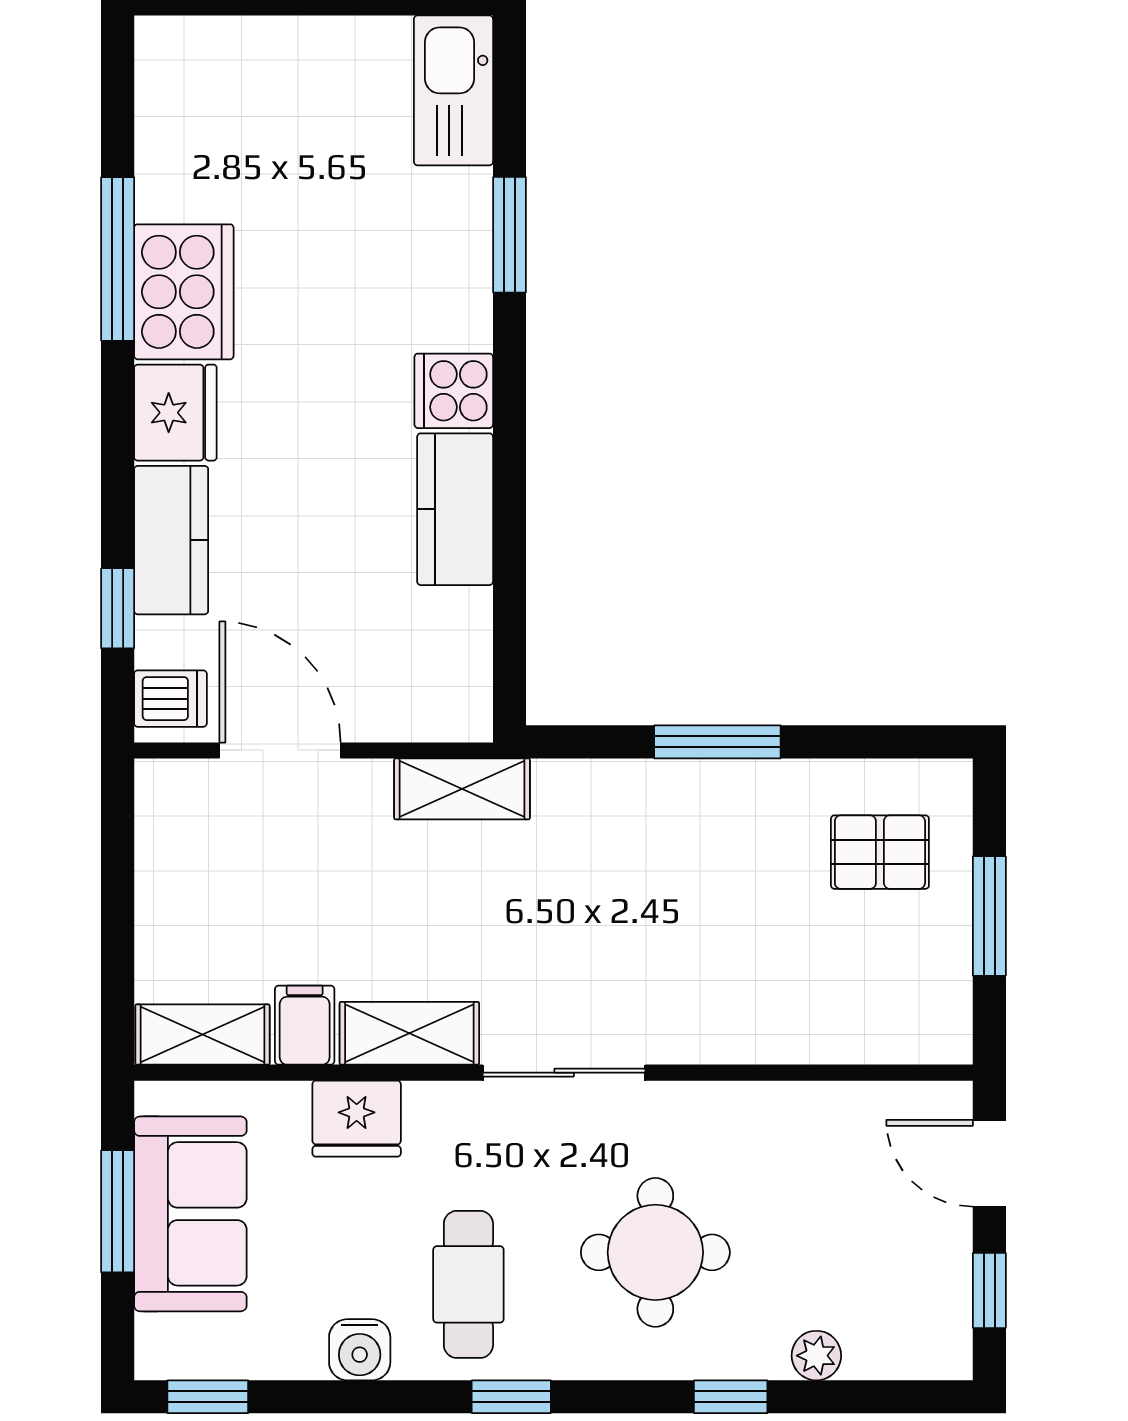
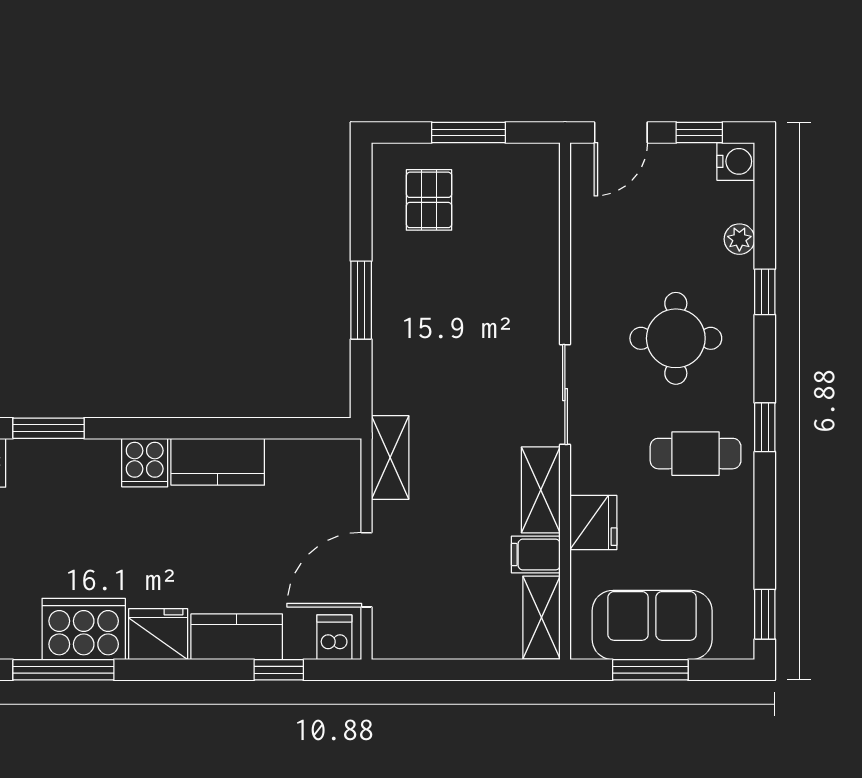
water cooler: (360, 1350) -> (736, 161), moved

